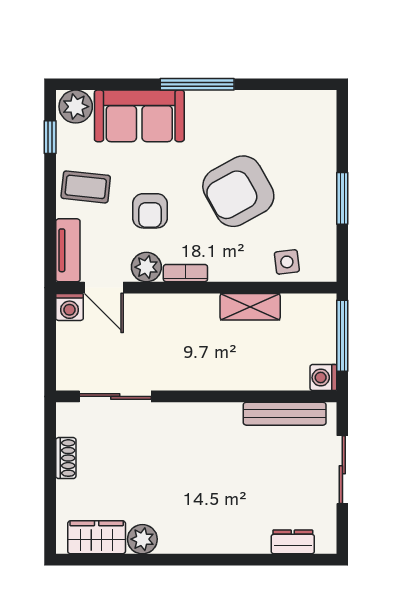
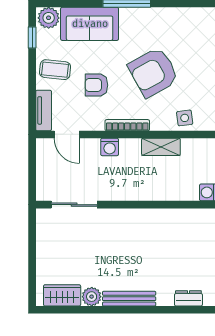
armchair: (150, 211) -> (96, 85), turned 90
plant: (146, 267) -> (94, 121), removed
bookcase: (185, 273) -> (127, 125), width x1.56
washing machine: (70, 307) -> (110, 147), moved
bench: (285, 414) -> (129, 299), moved
shoe rack: (66, 458) -> (42, 244), removed

